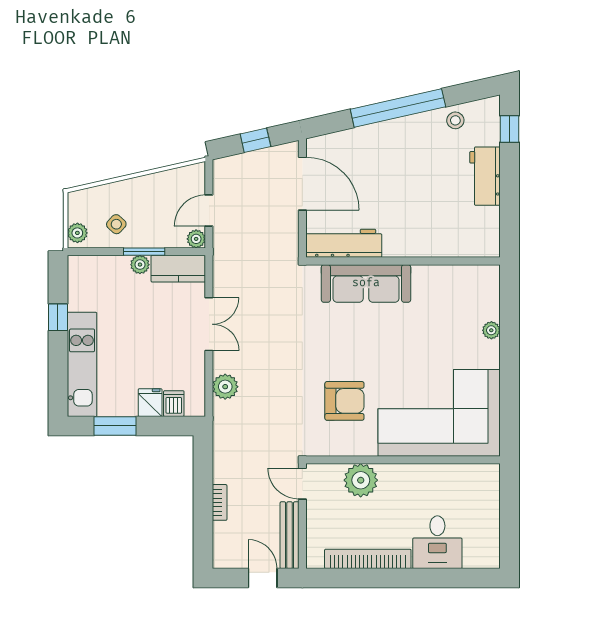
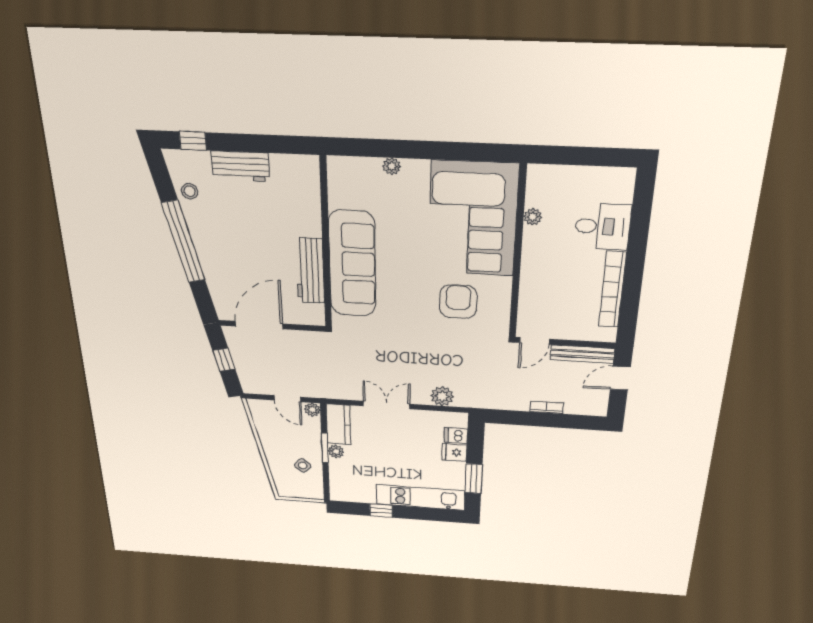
plant: (77, 233) -> (311, 492), removed
workbench: (344, 243) -> (310, 271), moved
sofa: (366, 283) -> (352, 264), width x1.36, depth x1.27
plant: (361, 480) -> (533, 217), moved, width x0.53, depth x0.53

